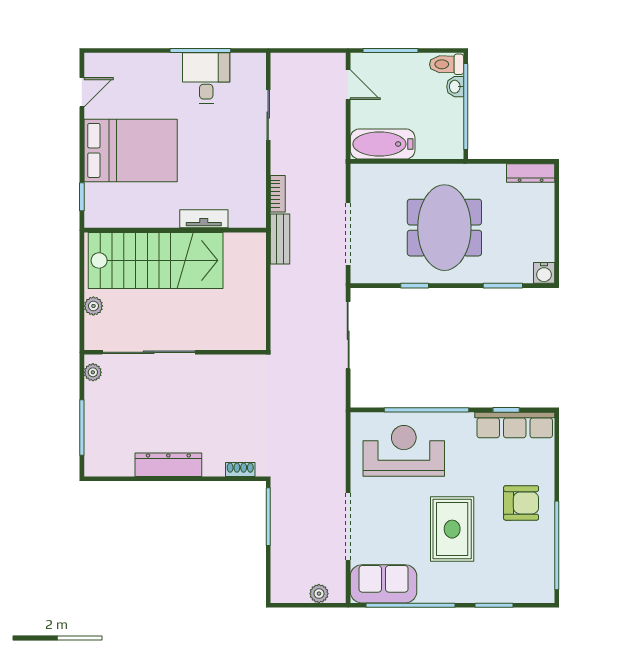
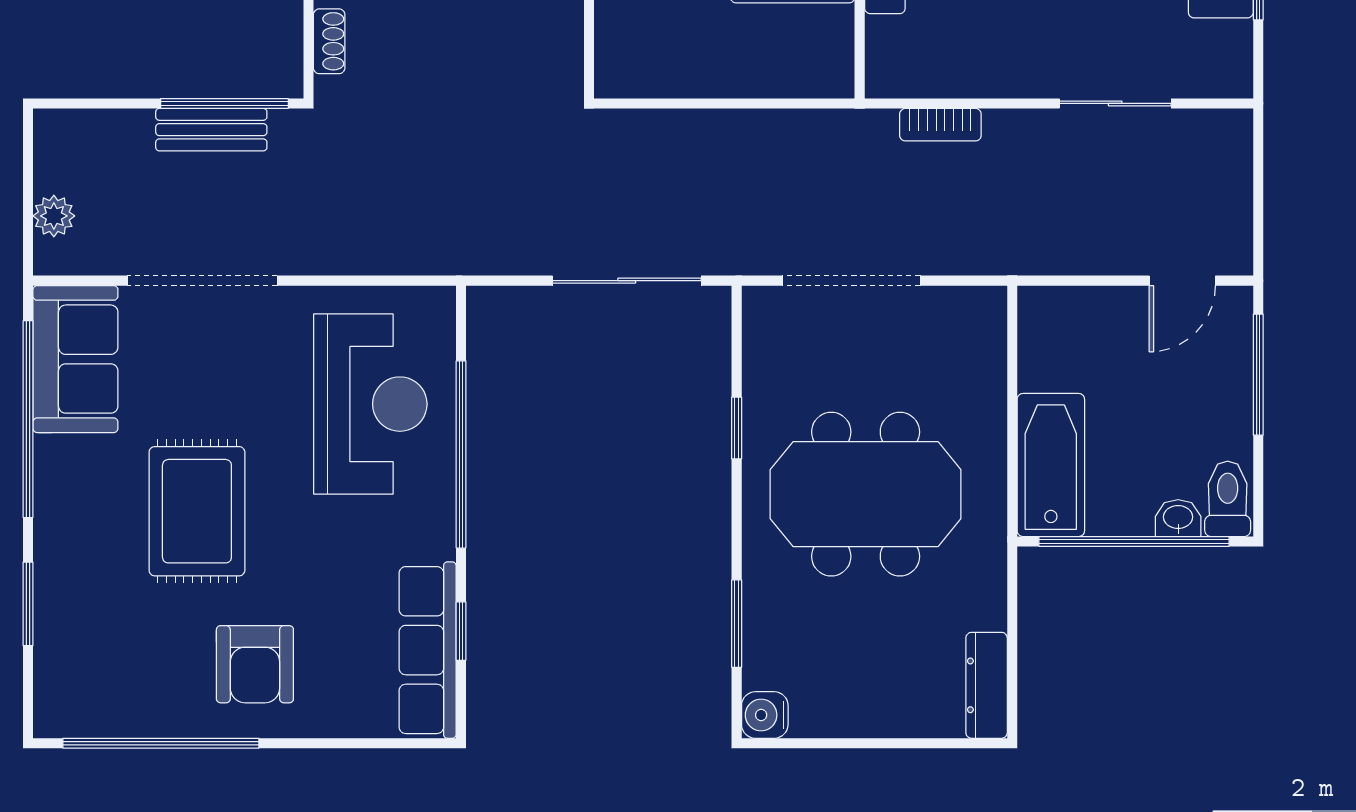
bathtub: (383, 144) -> (1051, 465), moved
bench: (280, 239) -> (211, 130), moved
rug: (452, 529) -> (197, 511), turned 90

